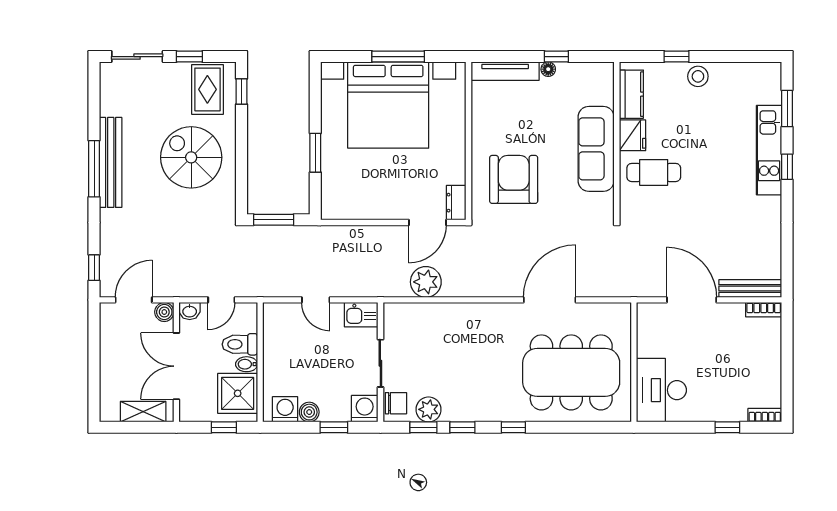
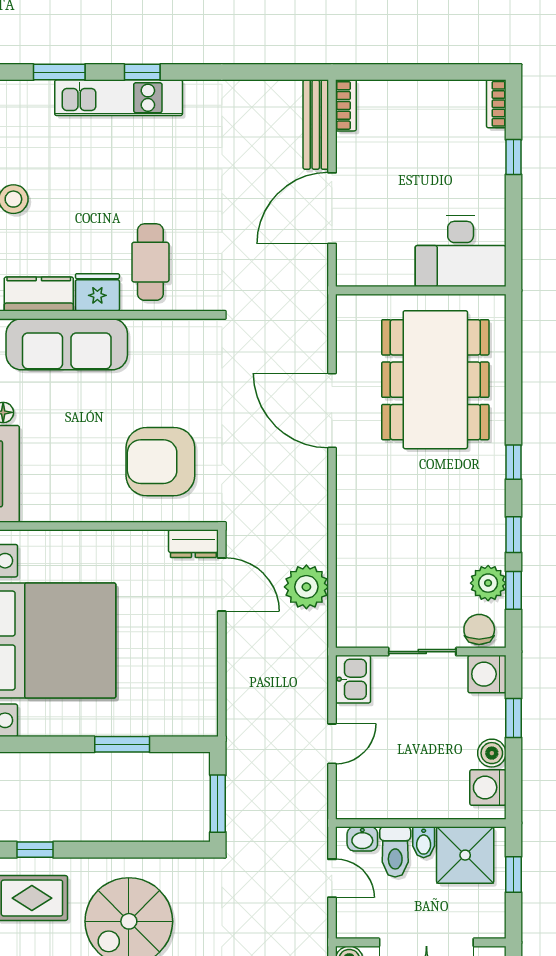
sofa: (596, 149) -> (67, 344), moved
washbasin: (190, 311) -> (362, 839), moved, turned 90

